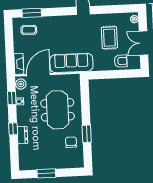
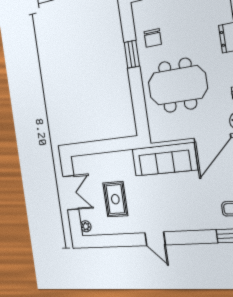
armchair: (121, 61) -> (97, 166), removed
meeting table: (58, 110) -> (178, 85), turned 90

